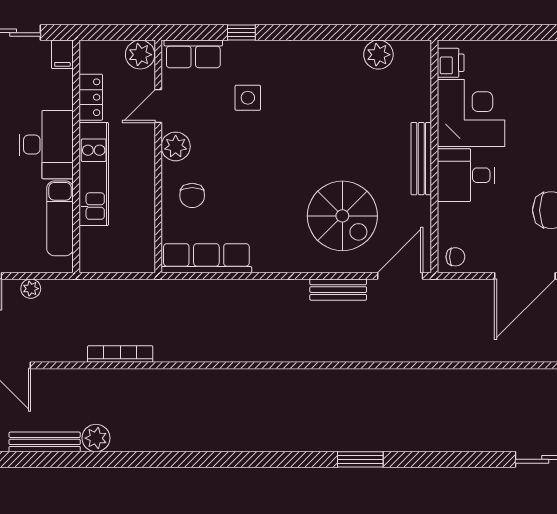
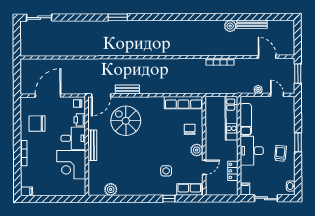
plant: (140, 55) -> (212, 189), removed
printer: (451, 63) -> (80, 120), moved
kitchen unit: (94, 174) -> (231, 118), moved

